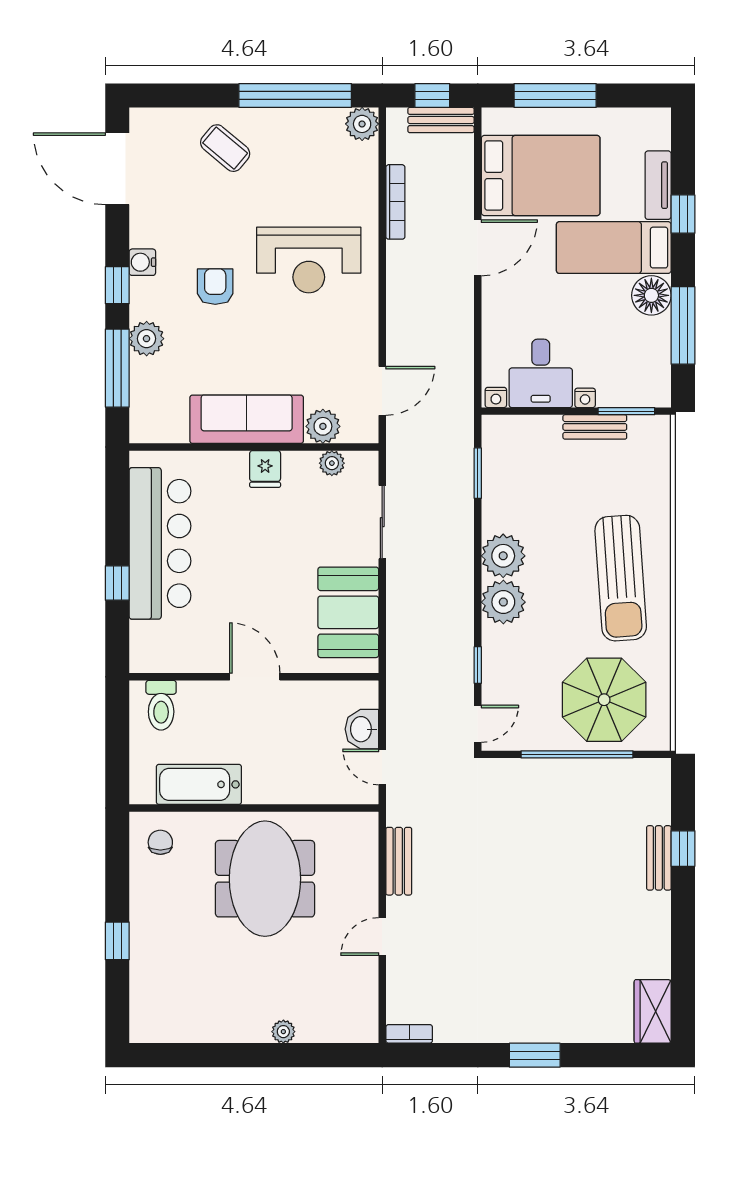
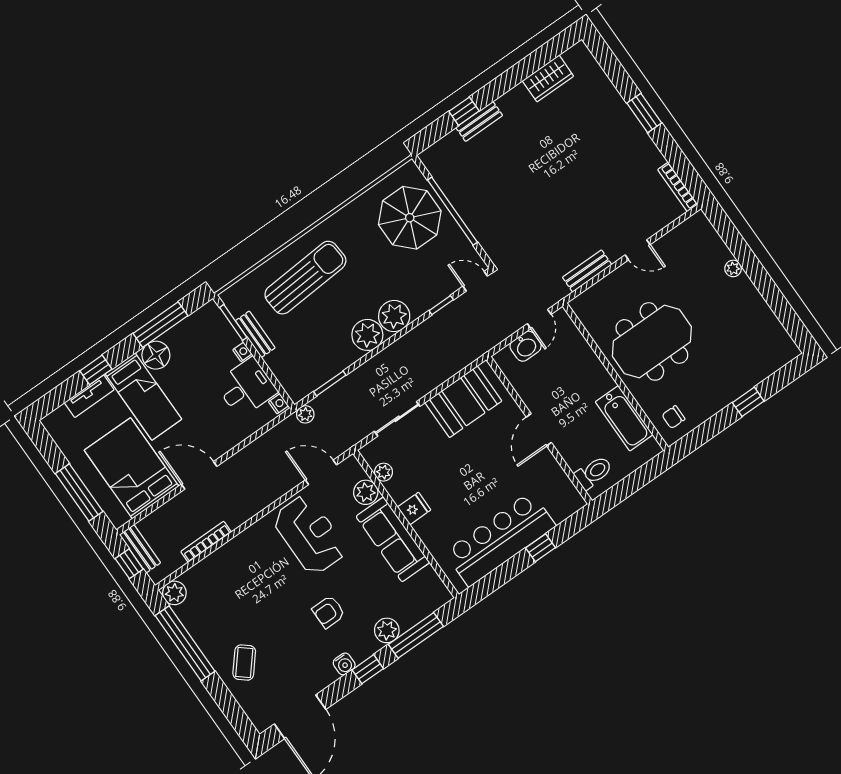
reception desk: (309, 260) -> (310, 535), moved
plant: (462, 420) -> (305, 414), added
sun lounger: (621, 578) -> (305, 278), moved
wardrobe: (653, 1011) -> (548, 78), moved
bookcase: (409, 1034) -> (678, 187), width x1.56

